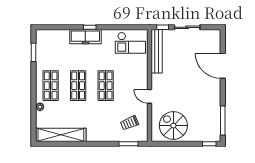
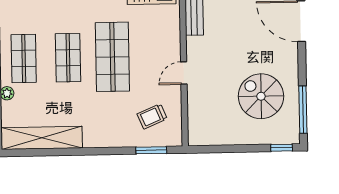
shop shelf: (106, 86) -> (112, 57), width x1.43, depth x1.36
door: (150, 96) -> (184, 73), hinge flipped
spiral stairs: (173, 126) -> (261, 96), moved

